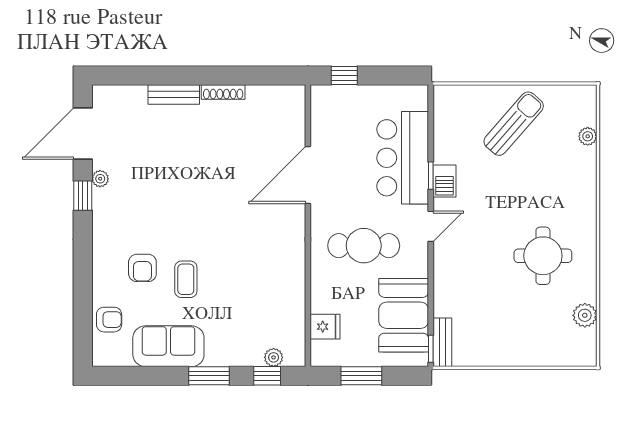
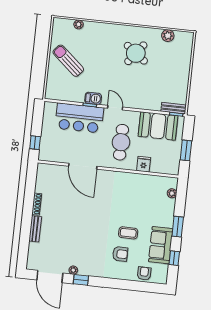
round table: (543, 256) -> (136, 53), turned 37
fridge: (325, 327) -> (144, 164), moved
window: (267, 376) -> (174, 258), moved

